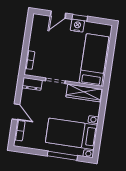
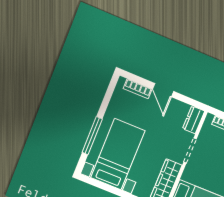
door: (16, 112) -> (163, 90), hinge flipped

